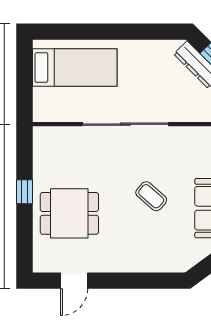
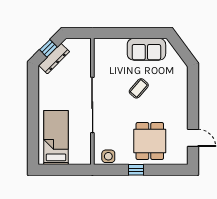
side table: (46, 149) -> (108, 156), added

